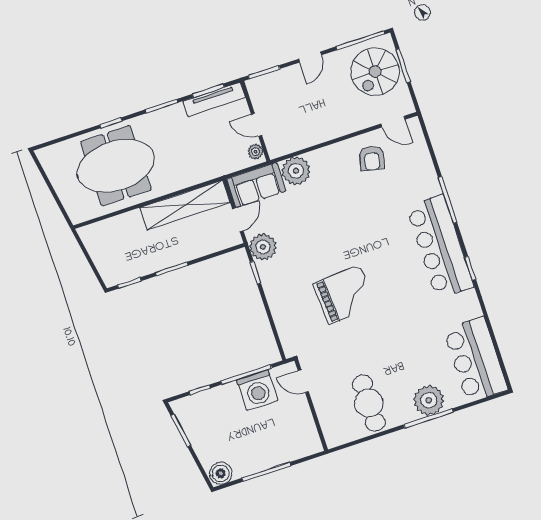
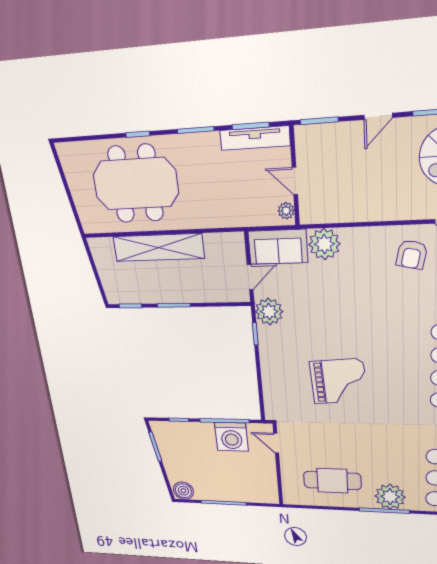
shelving: (185, 205) -> (158, 248), moved
cafe table: (369, 403) -> (332, 481), turned 90

